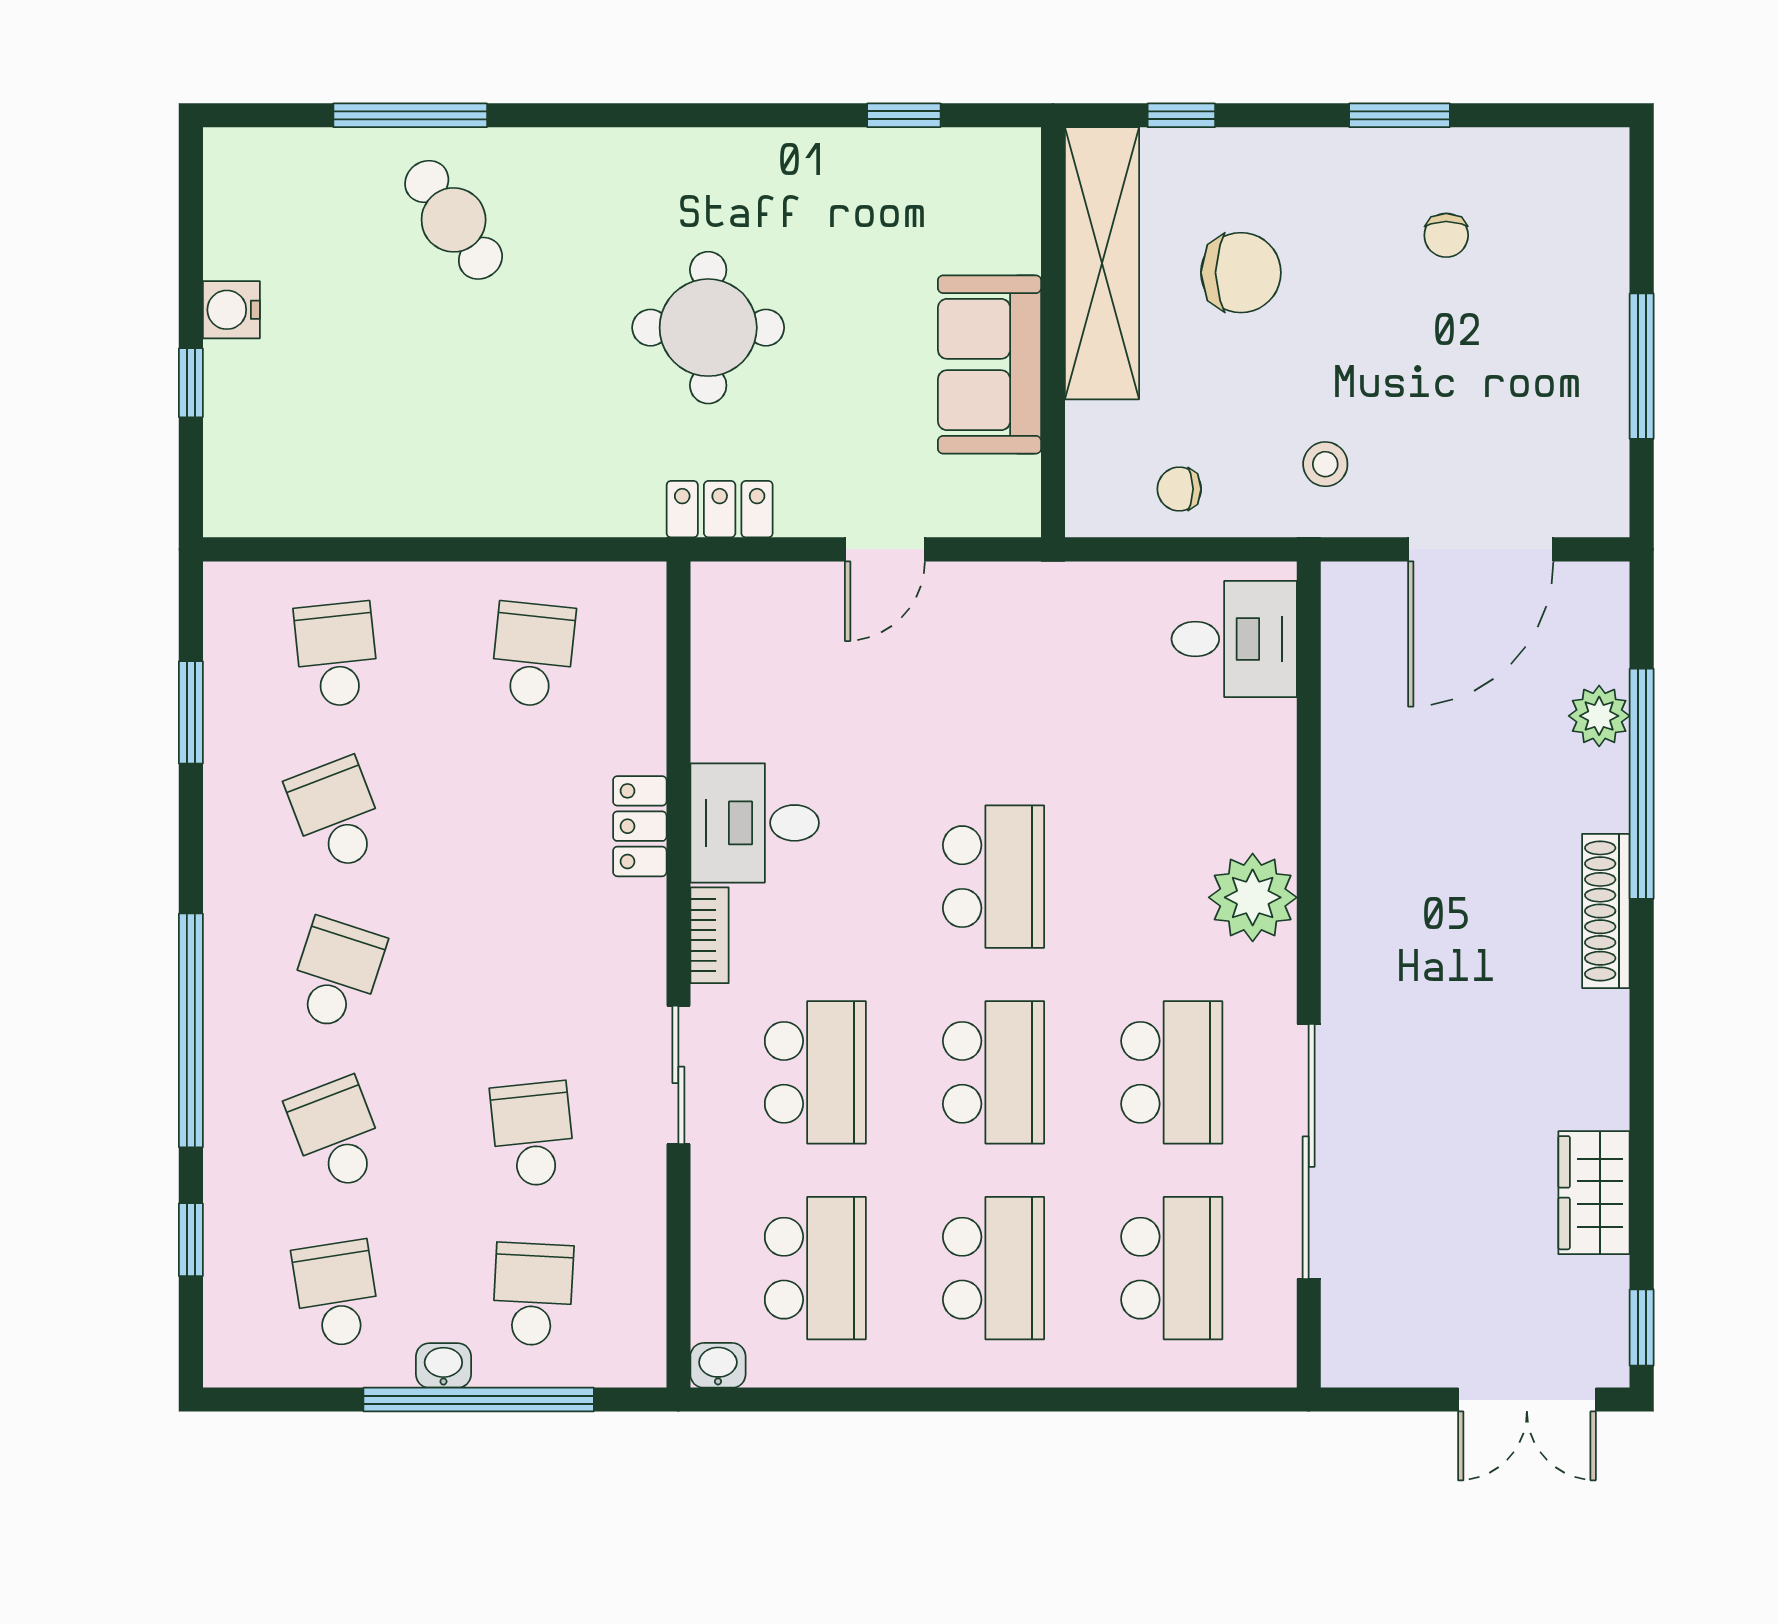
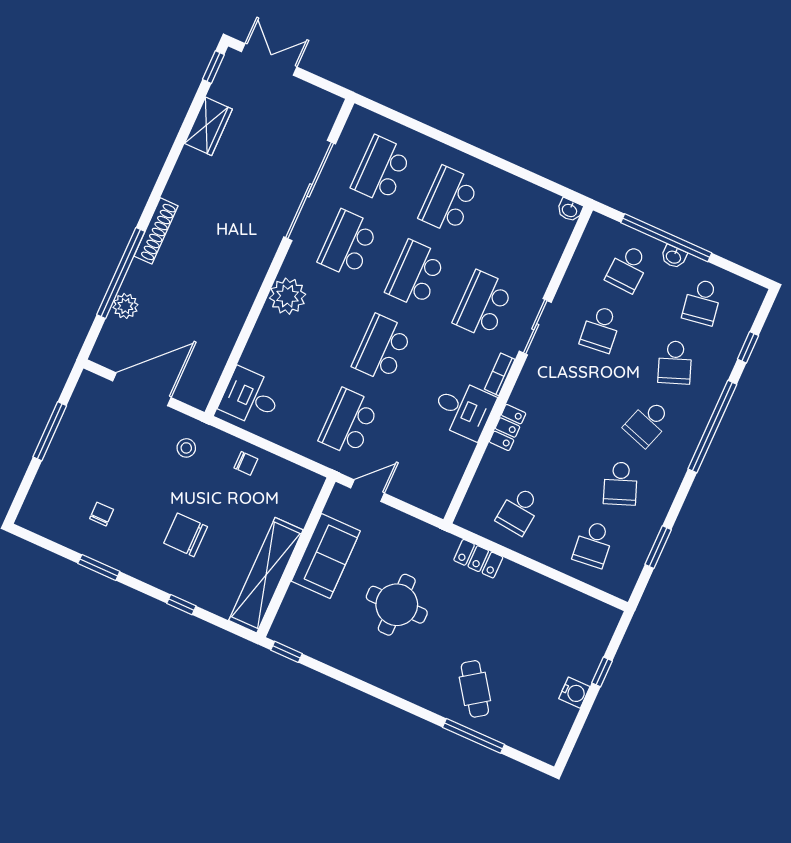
shelving: (1102, 263) -> (266, 575), moved
wall: (1053, 332) -> (296, 557), moved
sofa: (990, 365) -> (326, 556), moved
locker: (720, 509) -> (478, 559), moved
school desk: (815, 1268) -> (349, 422), moved

